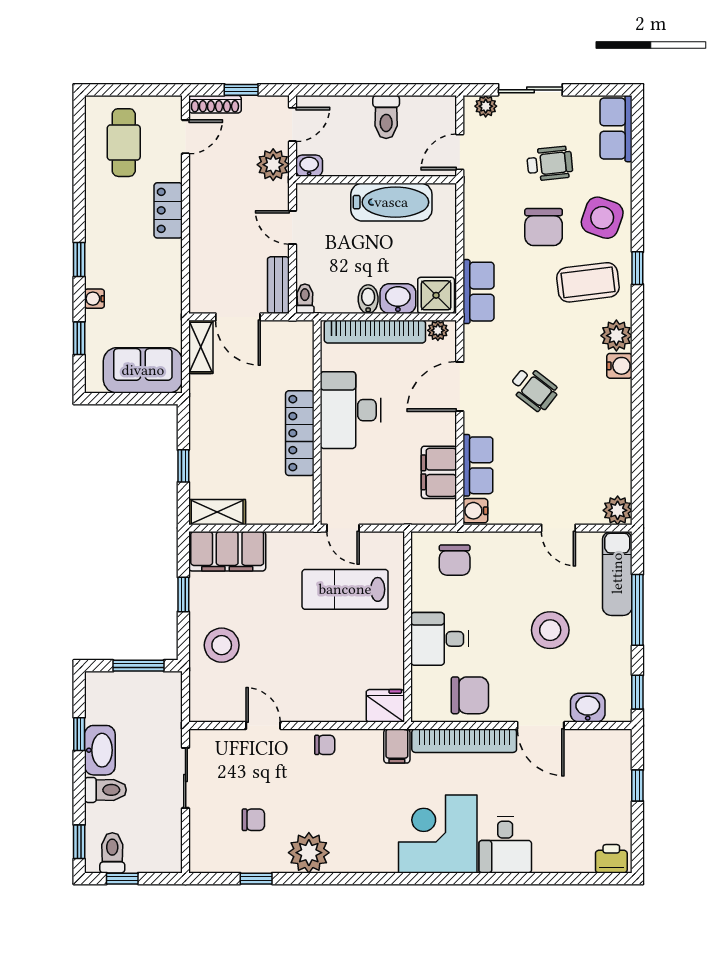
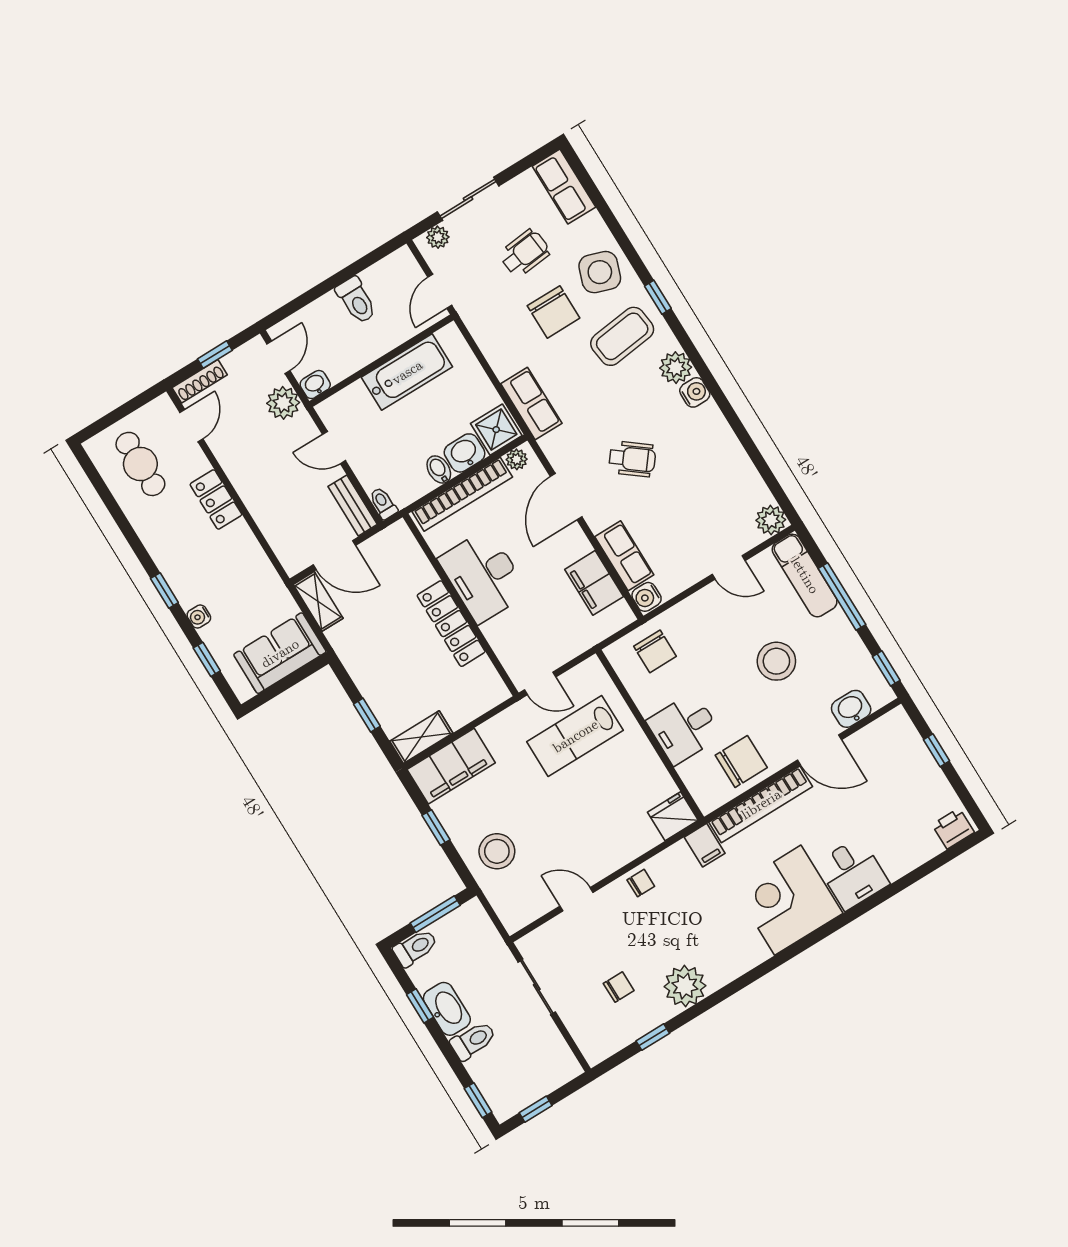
toilet: (112, 853) -> (415, 948), moved, turned 90

